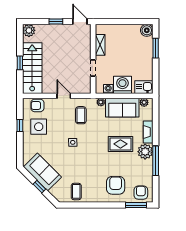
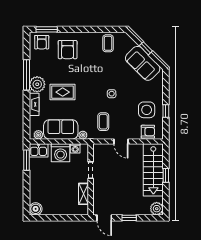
window: (156, 48) -> (26, 160), moved

